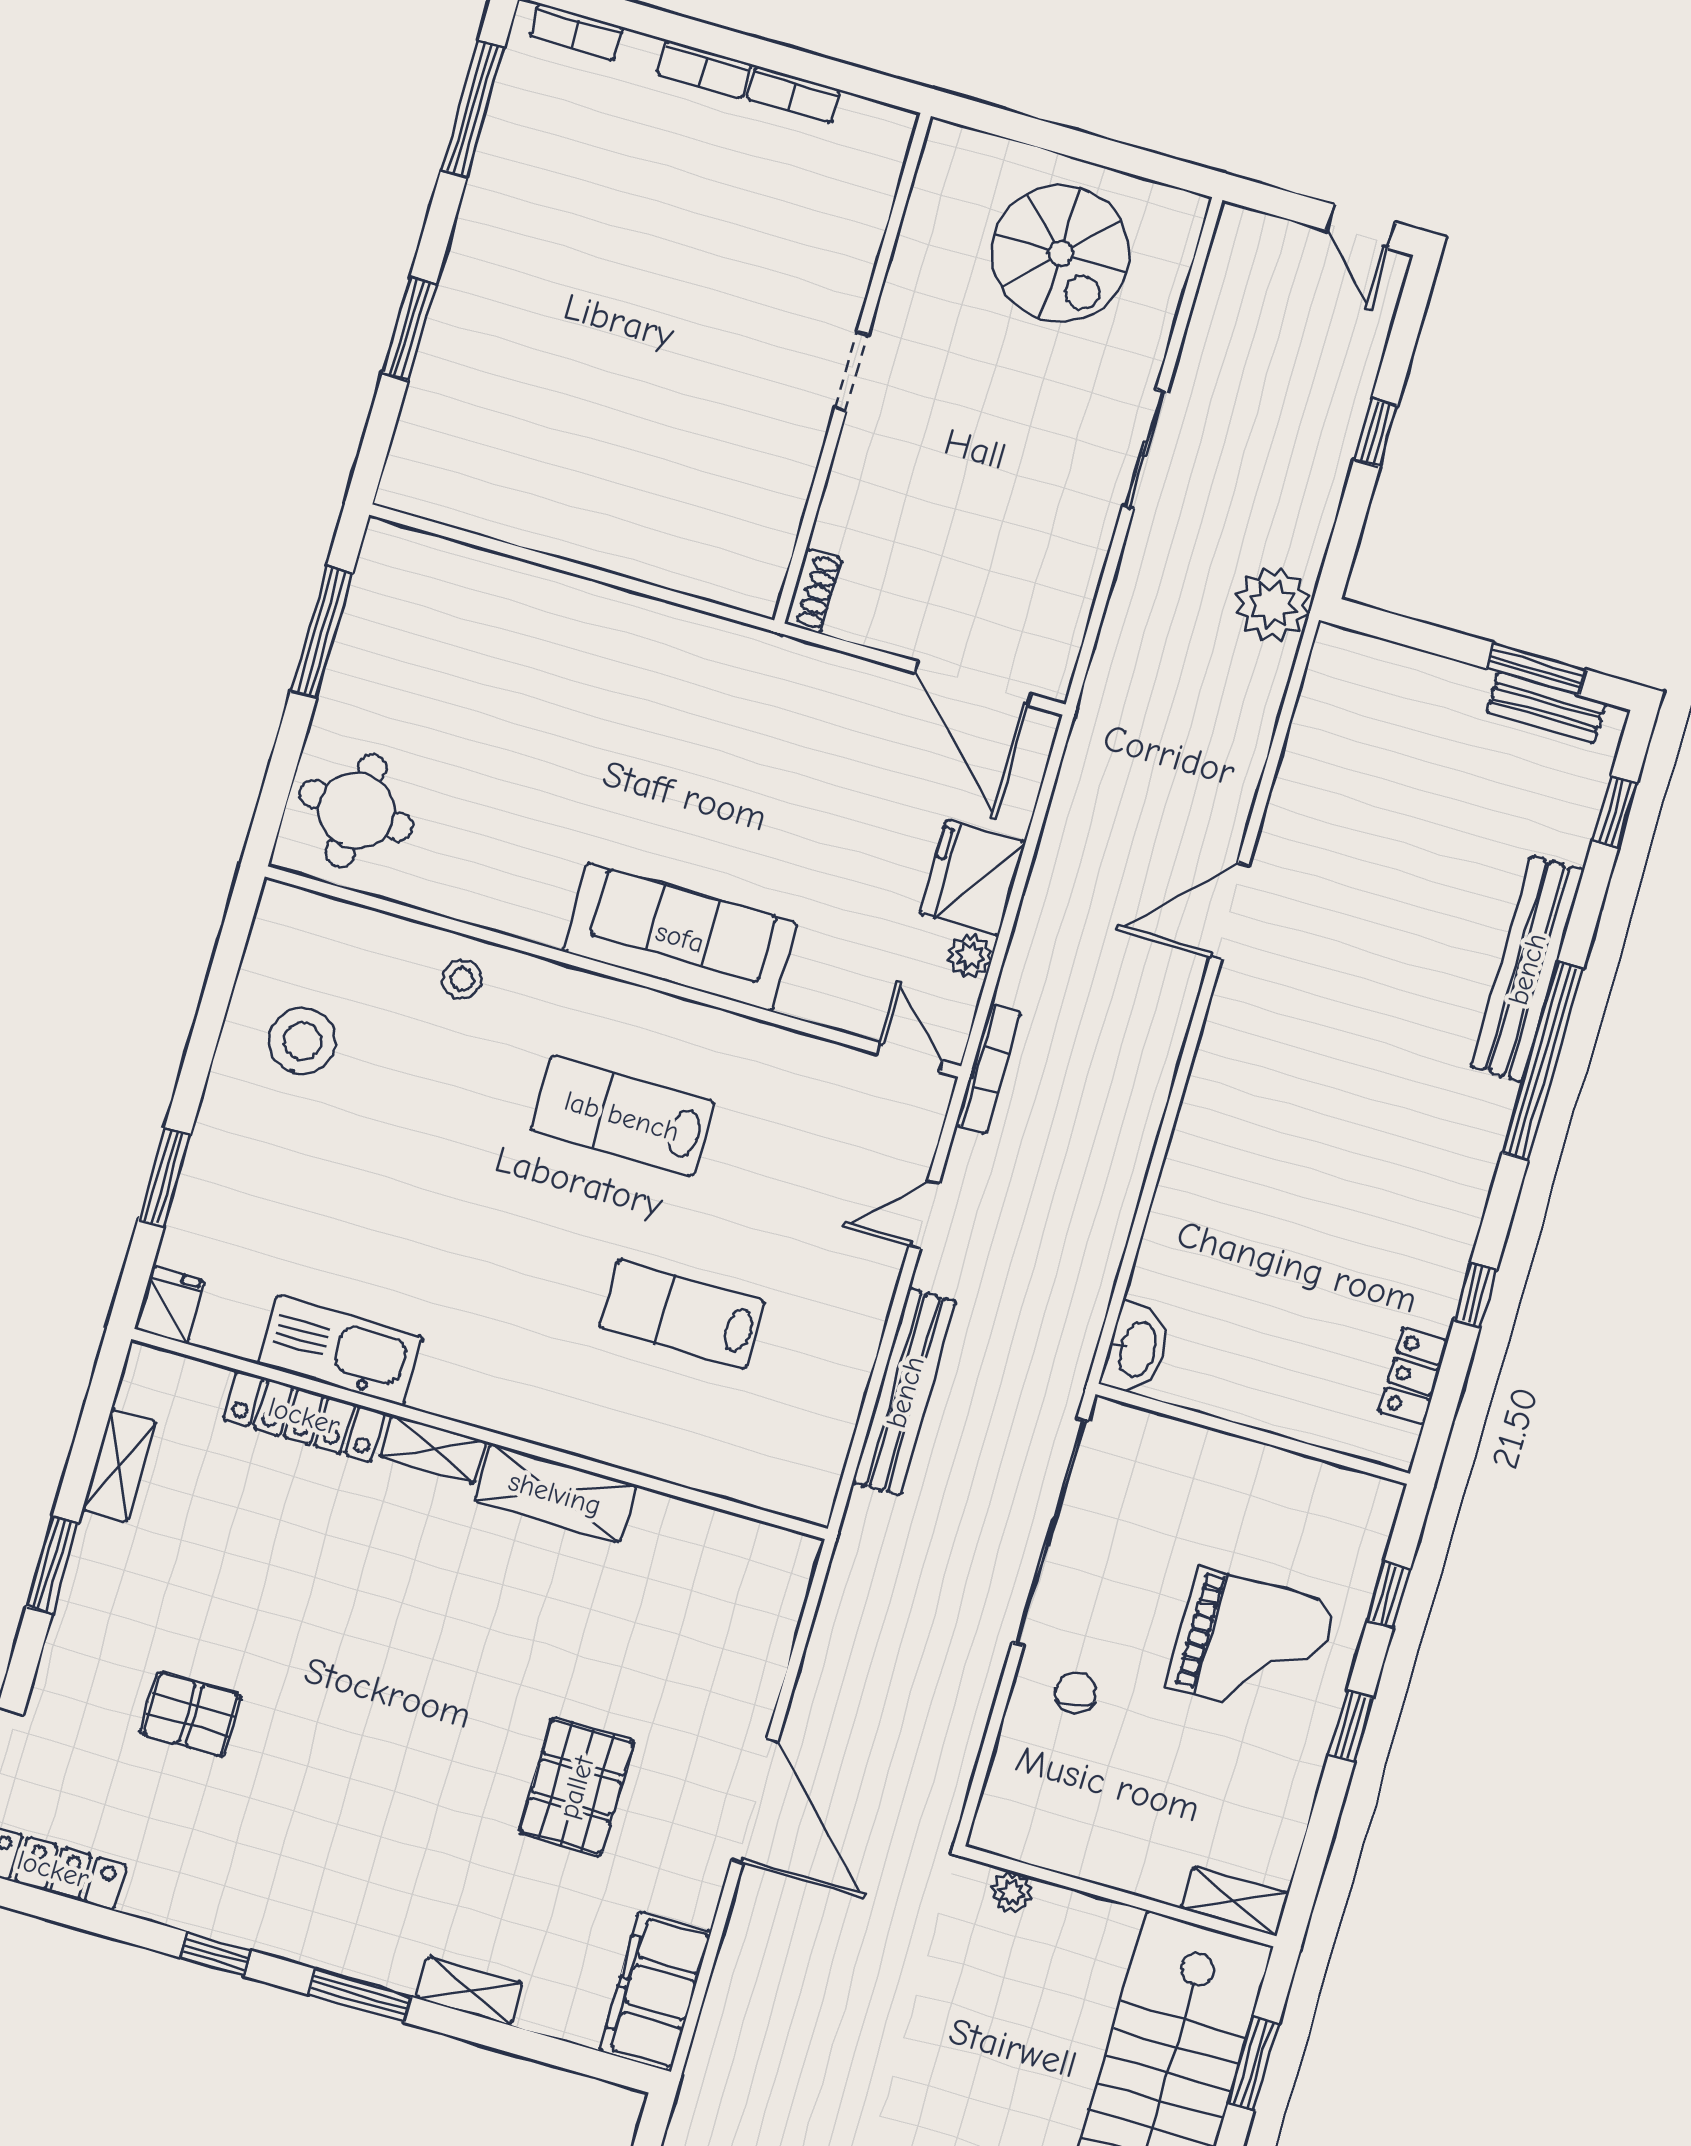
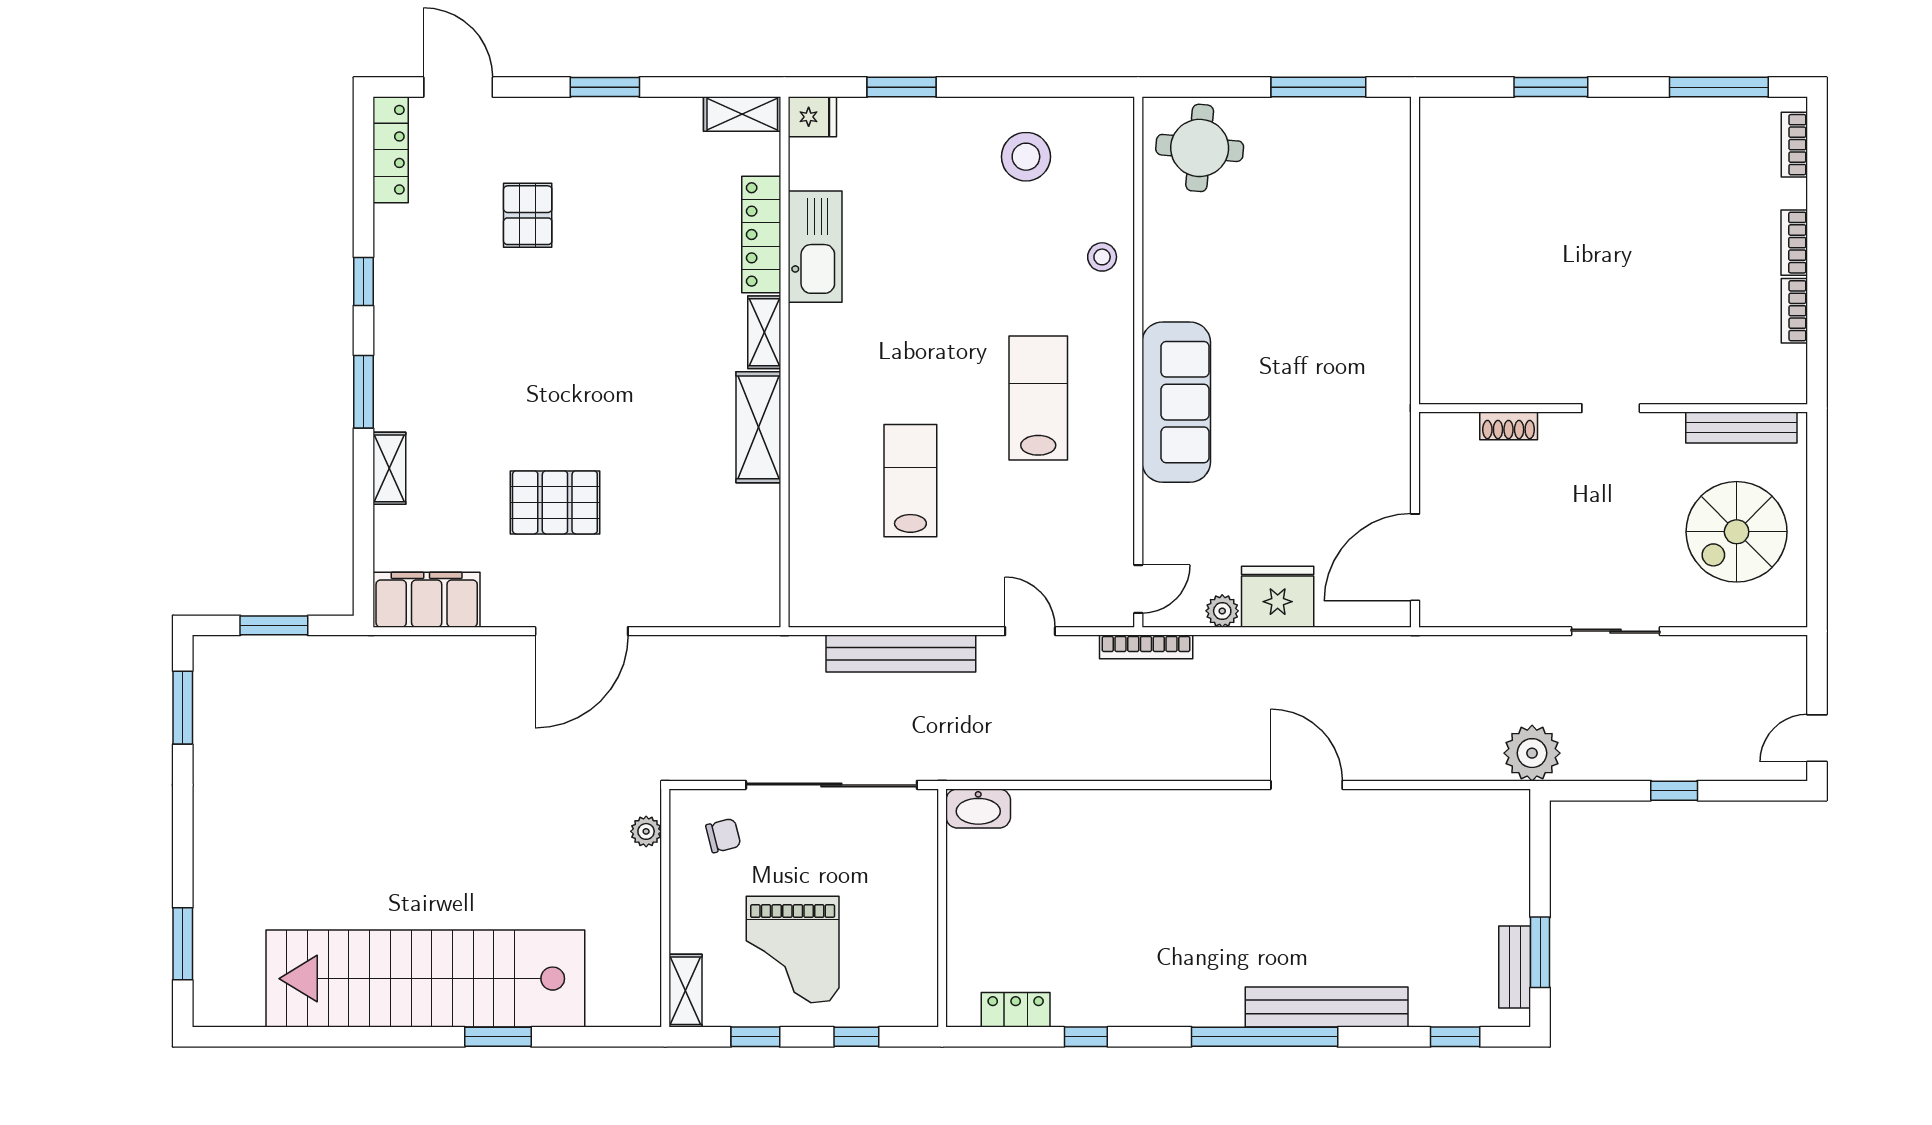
bench: (926, 208) -> (1741, 427), added
shoe rack: (813, 591) -> (1509, 426), moved
shelving: (119, 1465) -> (742, 114), moved
plant: (1012, 1893) -> (646, 831), moved
wall: (1119, 1896) -> (665, 908), moved
shelving: (1235, 1901) -> (686, 991), moved

